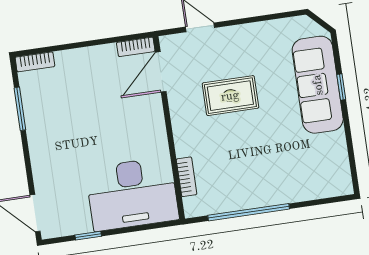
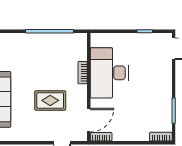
bookcase: (187, 177) -> (83, 73), moved
desk: (132, 194) -> (109, 73), moved, turned -90

